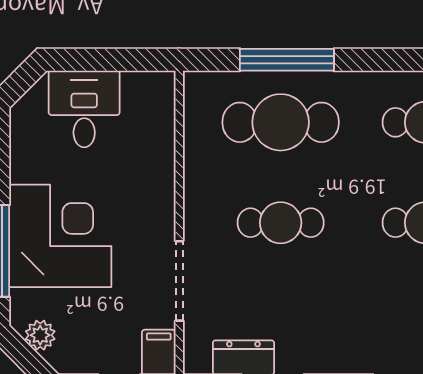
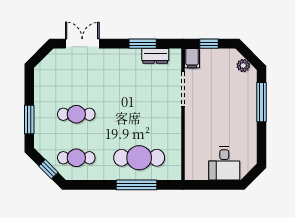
cafe table: (281, 223) -> (139, 114), removed
corner desk: (60, 236) -> (235, 109), removed

